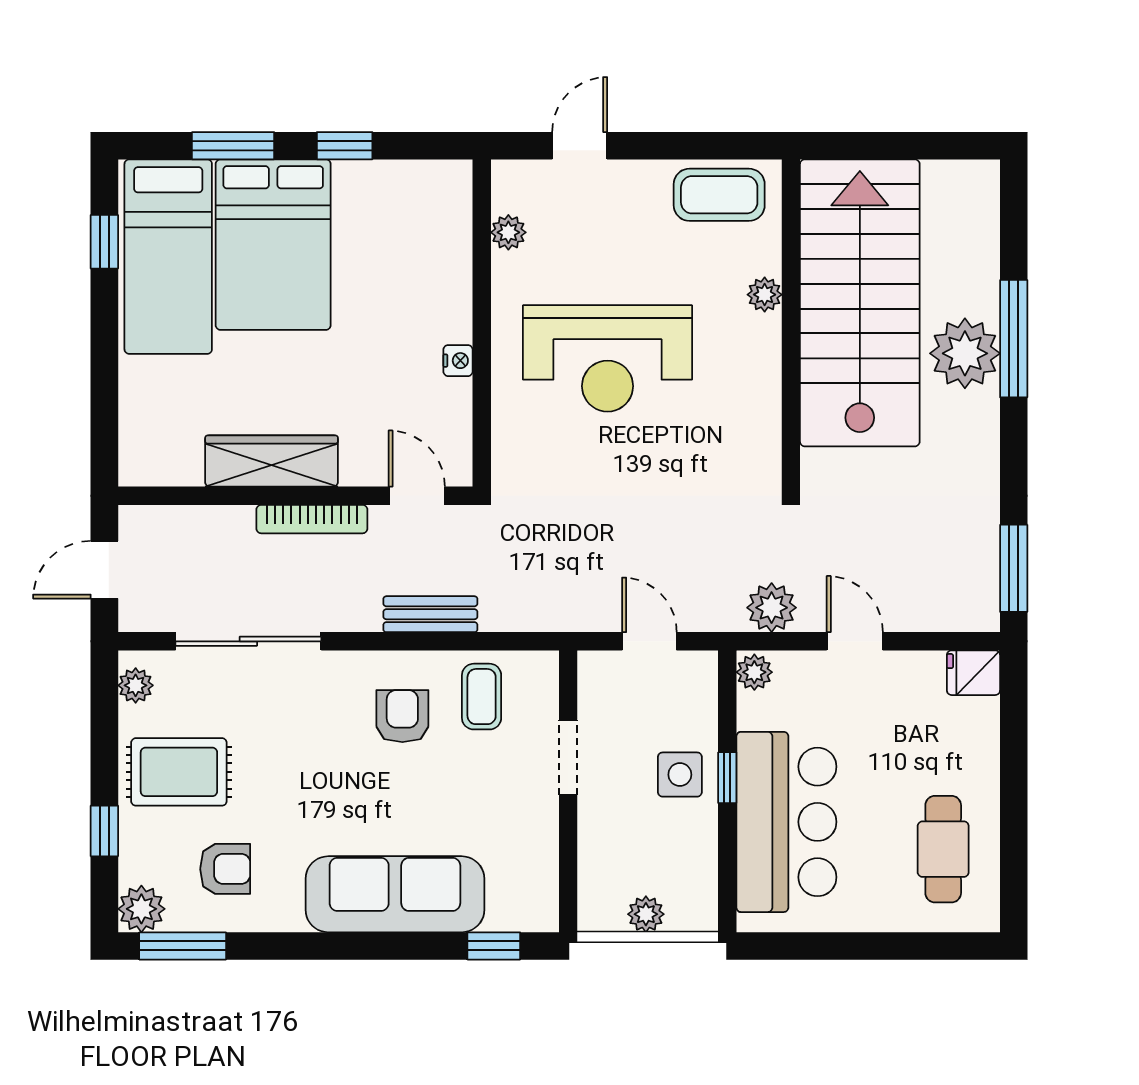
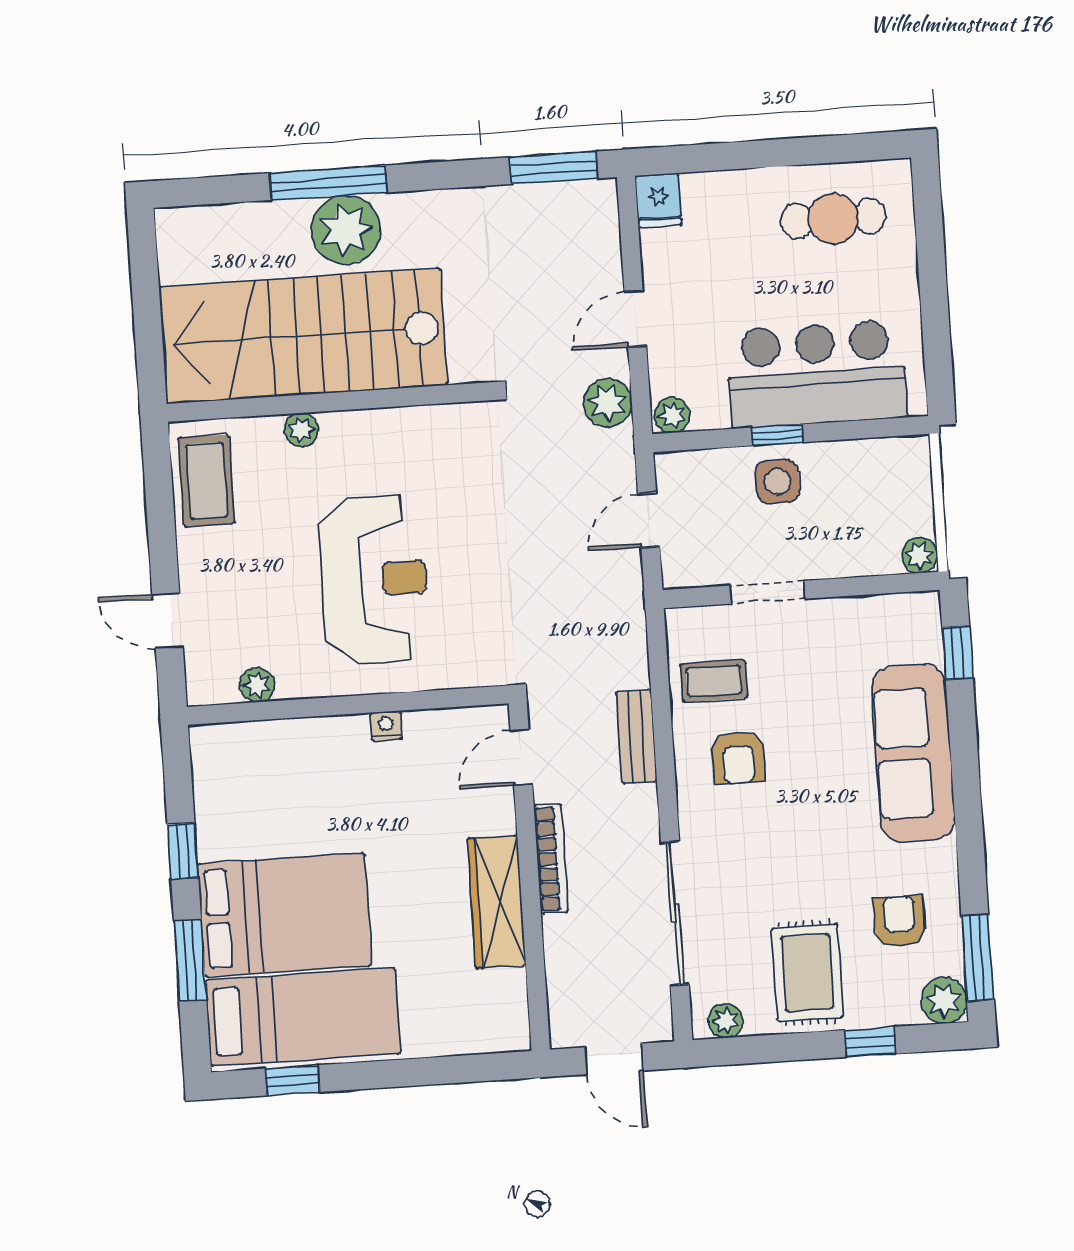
armchair: (402, 716) -> (738, 757), turned -90
plant: (646, 914) -> (920, 555), moved

